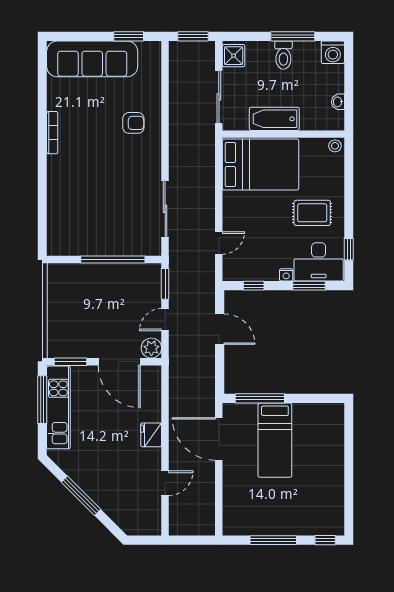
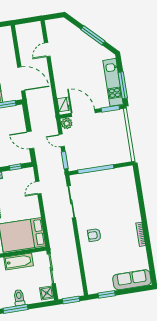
sofa: (92, 59) -> (132, 280), width x0.74, depth x0.79
armchair: (133, 123) -> (94, 235), moved
door: (165, 320) -> (62, 140), swing flipped
fridge: (151, 435) -> (64, 104), moved

